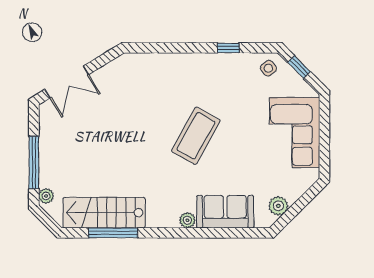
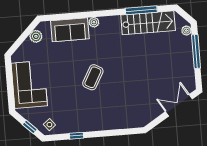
coffee table: (196, 136) -> (93, 77), width x0.73, depth x0.76

